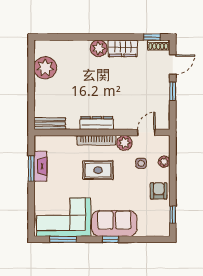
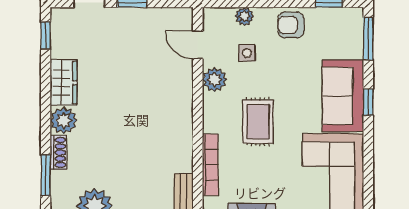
window: (65, 37) -> (46, 175), added
shoe rack: (158, 45) -> (58, 153), moved
dresser: (97, 123) -> (183, 124), removed
bookcase: (96, 140) -> (210, 165), moved
window: (63, 239) -> (368, 39), moved

